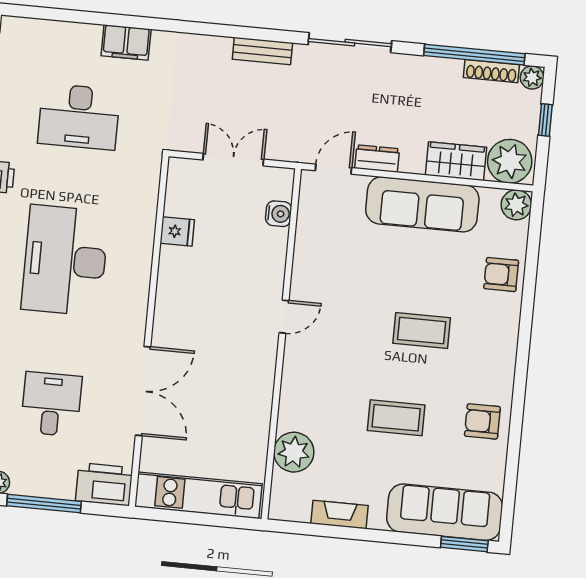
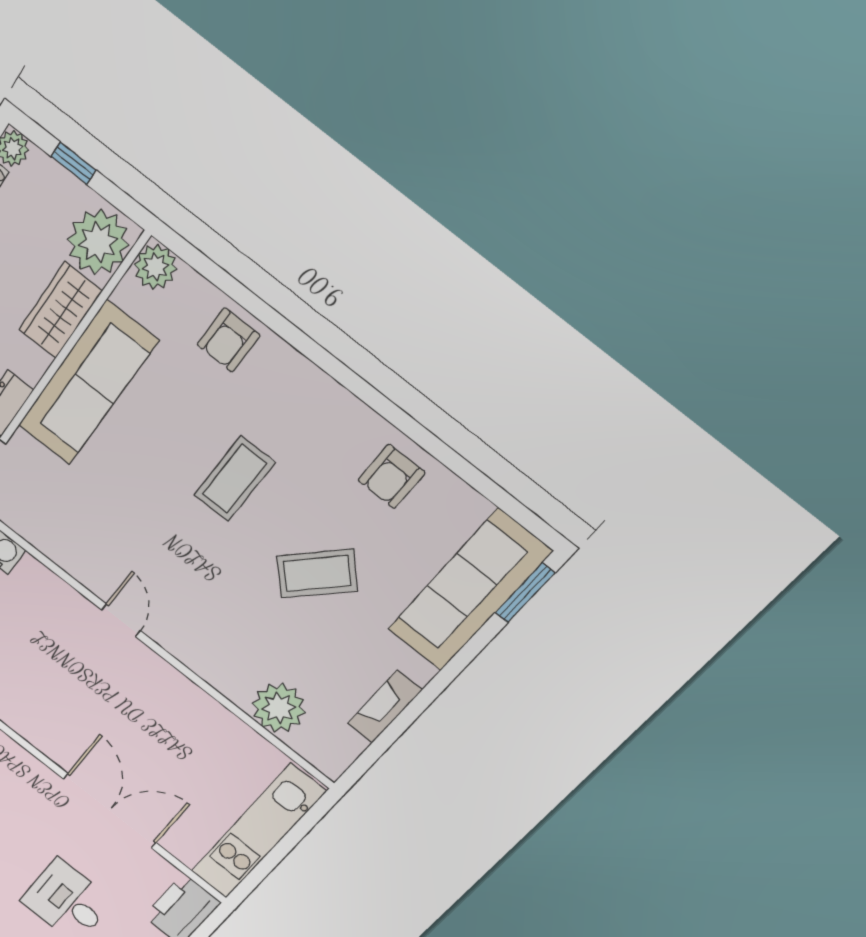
coffee table: (396, 418) -> (317, 573), turned 45

